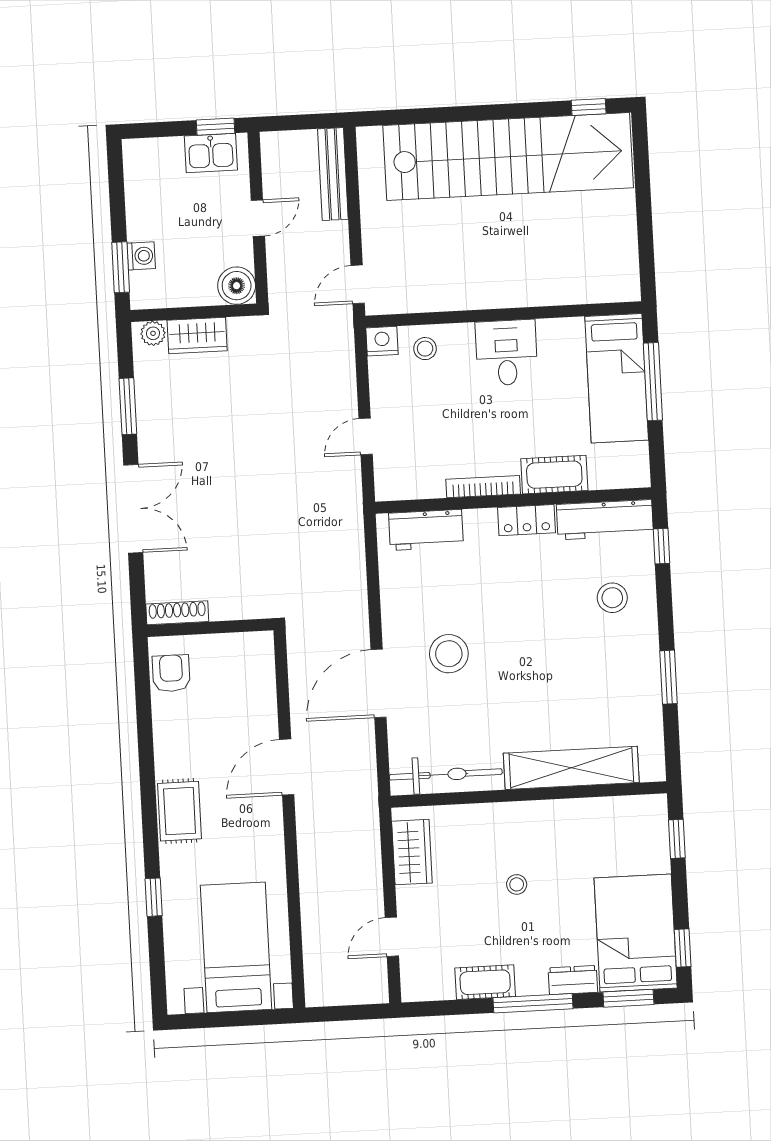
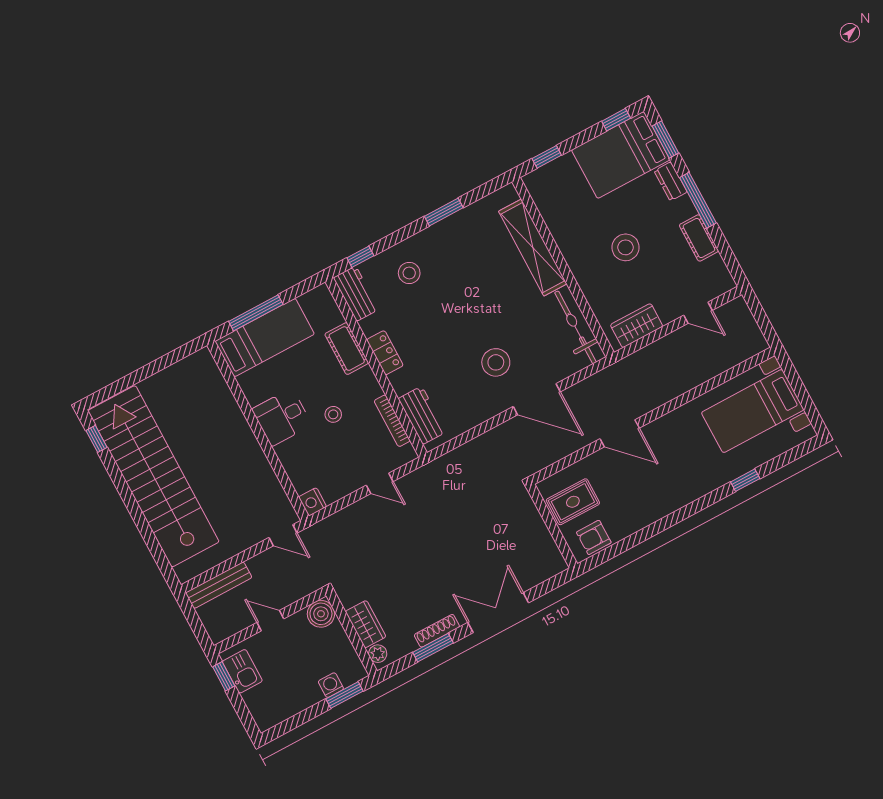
stool: (425, 349) -> (333, 414), moved
bookcase: (483, 487) -> (392, 421), moved
workbench: (605, 520) -> (356, 294), width x0.73
shoe rack: (177, 613) -> (437, 631), moved, turned 90
rug: (180, 811) -> (573, 502), moved
stool: (517, 884) -> (625, 247), width x1.89, depth x1.89

